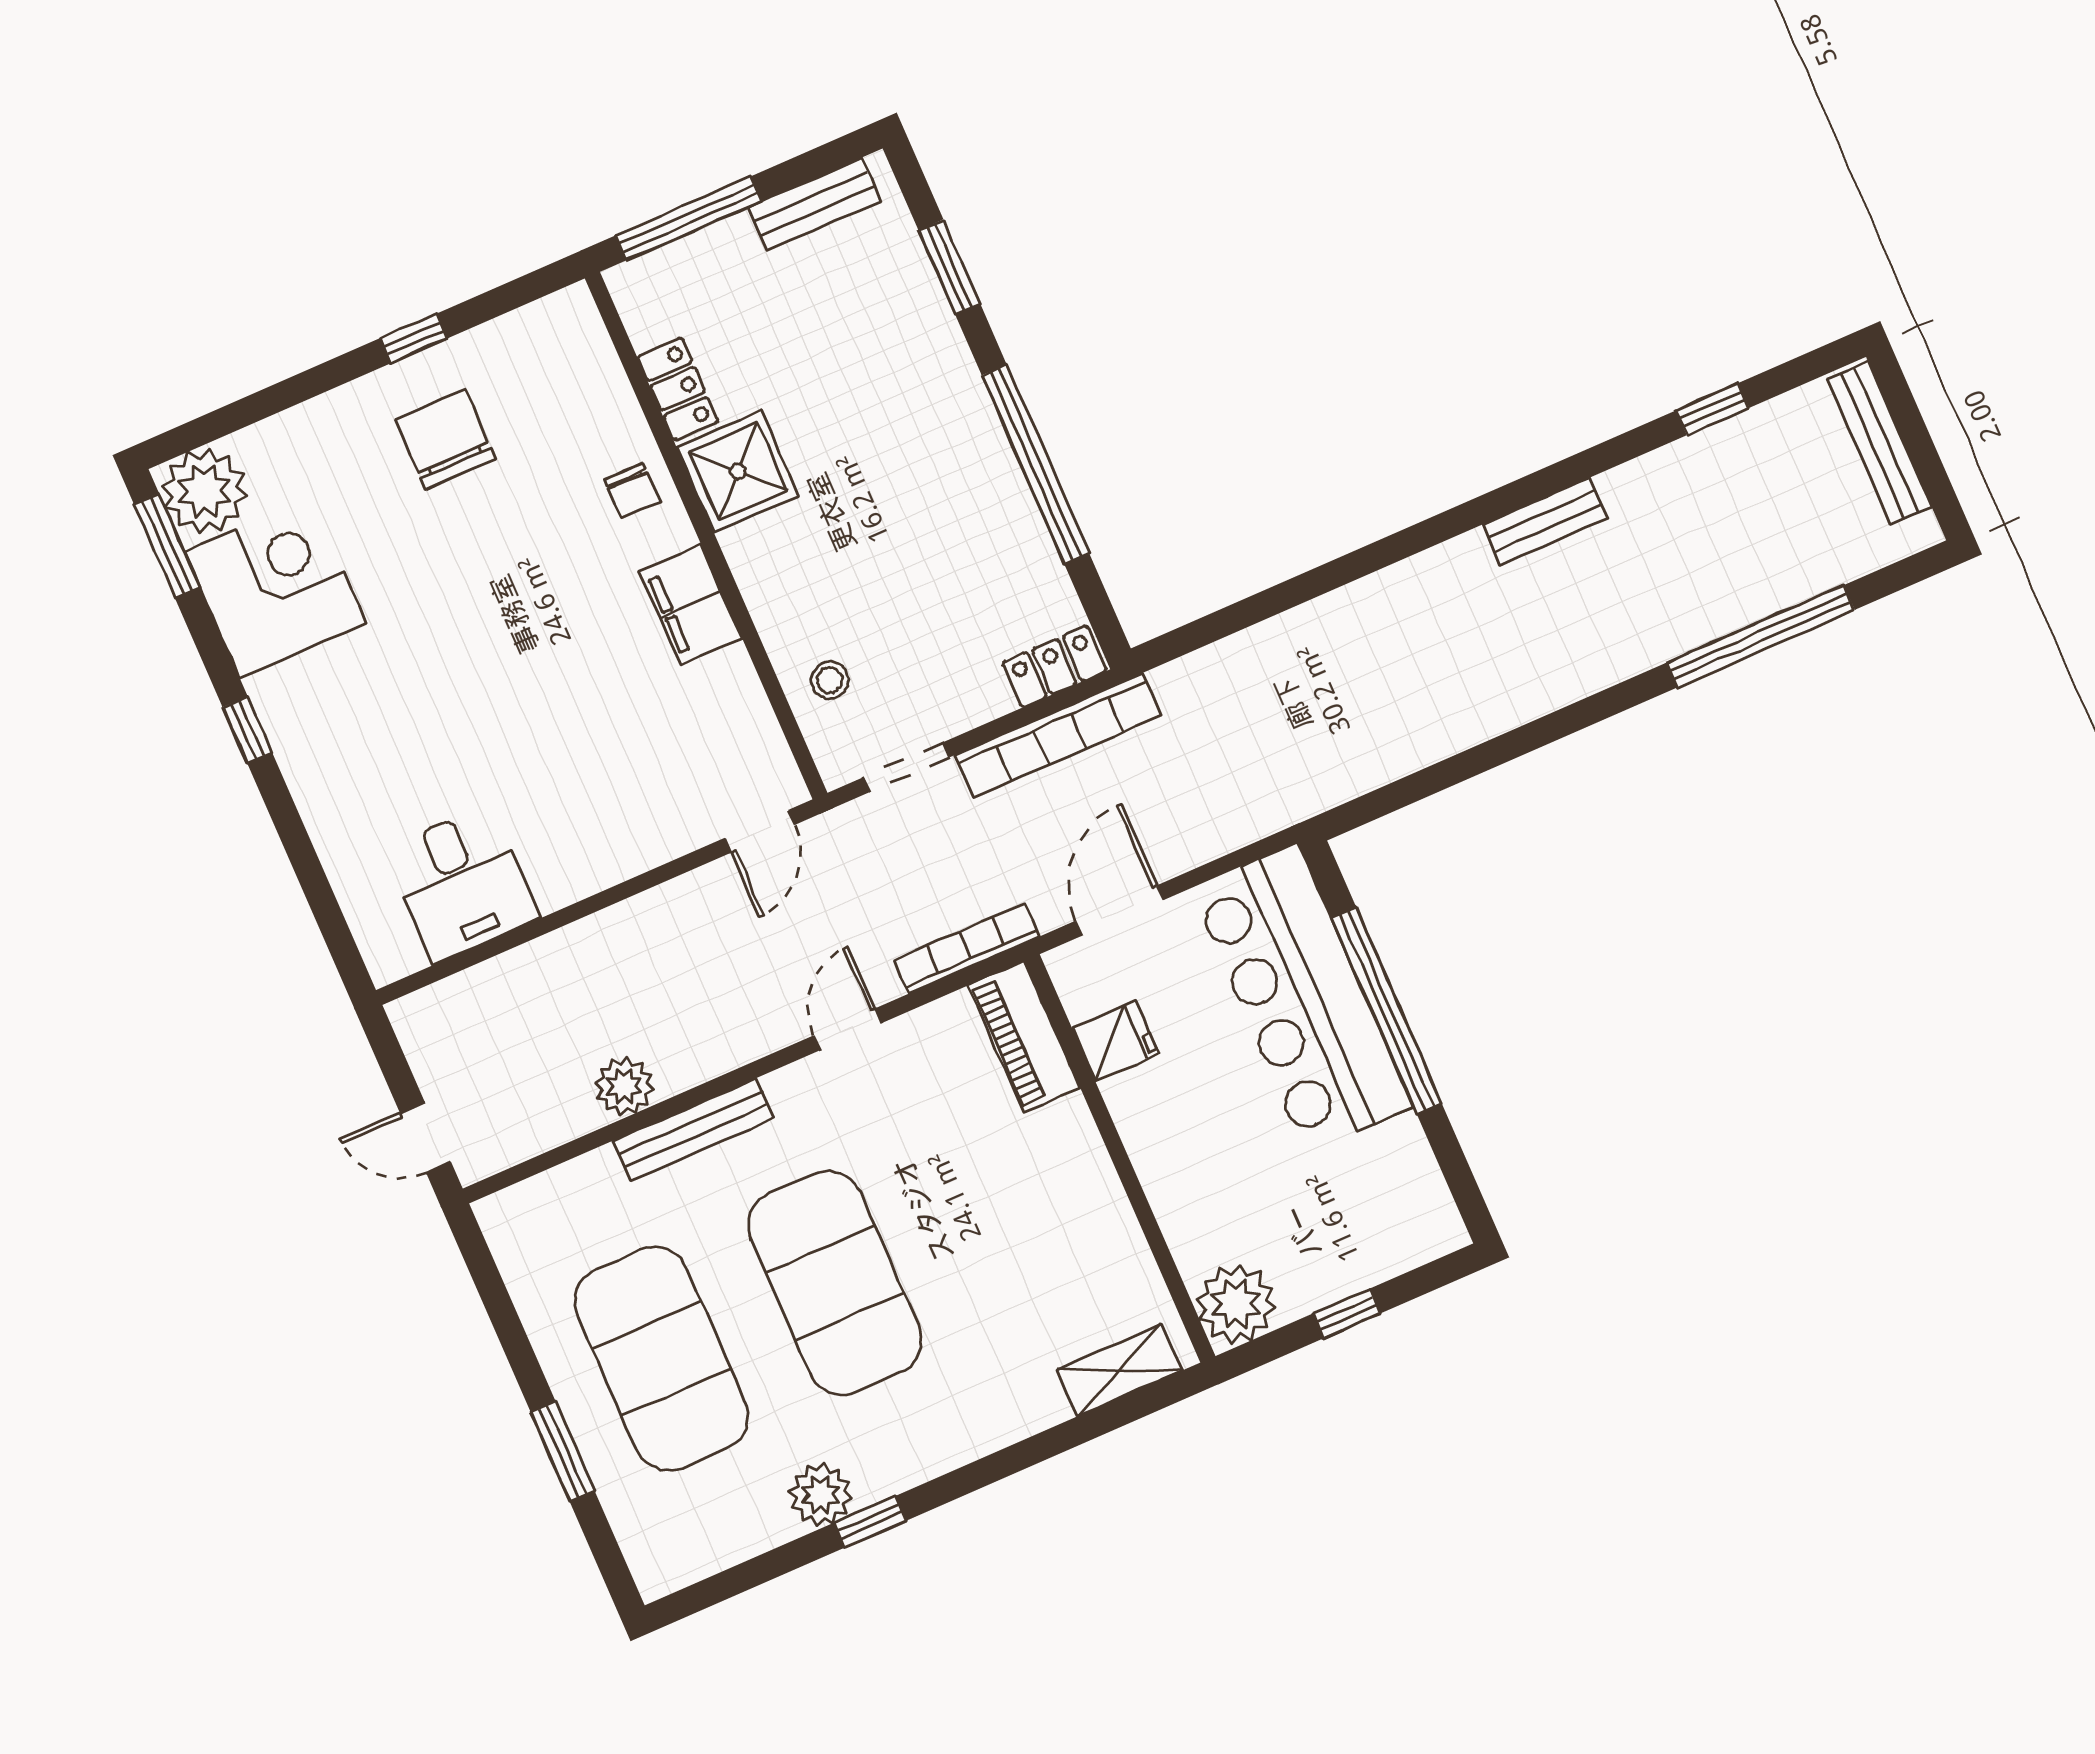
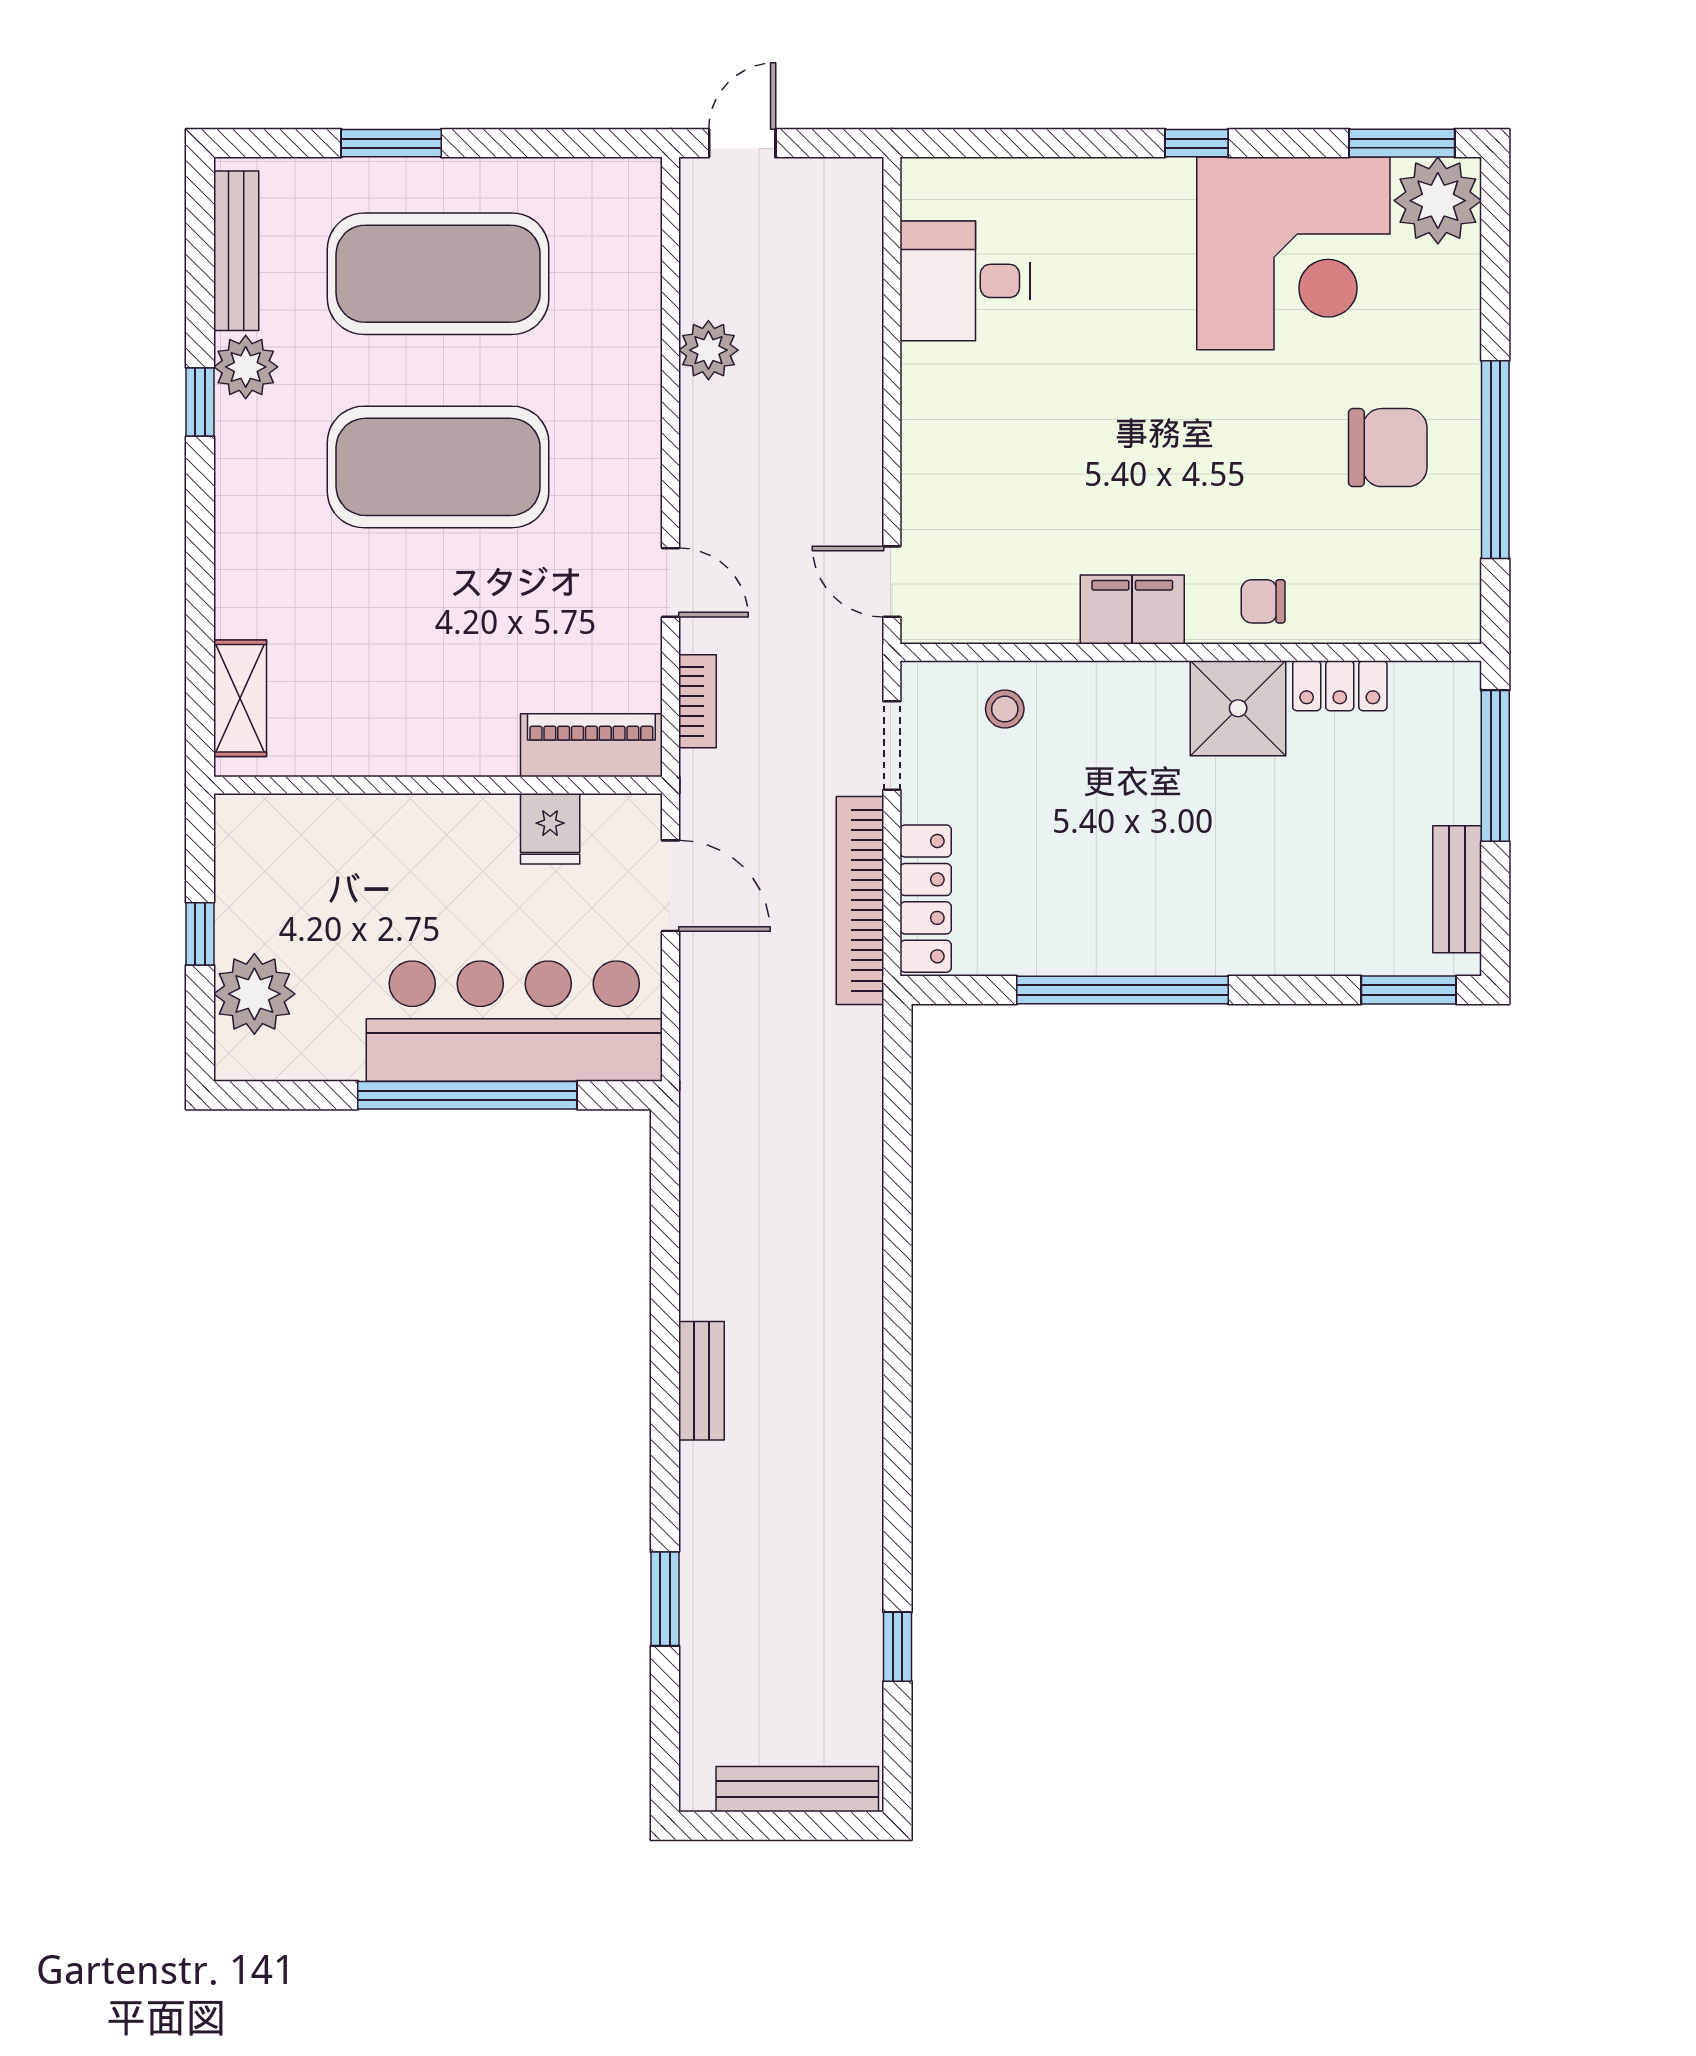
window: (949, 267) -> (1409, 990), moved
window: (414, 338) -> (1495, 460), width x3.17
bench: (1545, 521) -> (701, 1381), moved
corner desk: (276, 587) -> (1293, 253), width x1.36, depth x1.36
window: (1761, 636) -> (665, 1599), width x0.47
locker: (1055, 666) -> (926, 899), width x1.53
bookcase: (967, 948) -> (697, 701), width x0.64
bench: (693, 1129) -> (236, 251), moved
plant: (1236, 1304) -> (254, 994), moved

